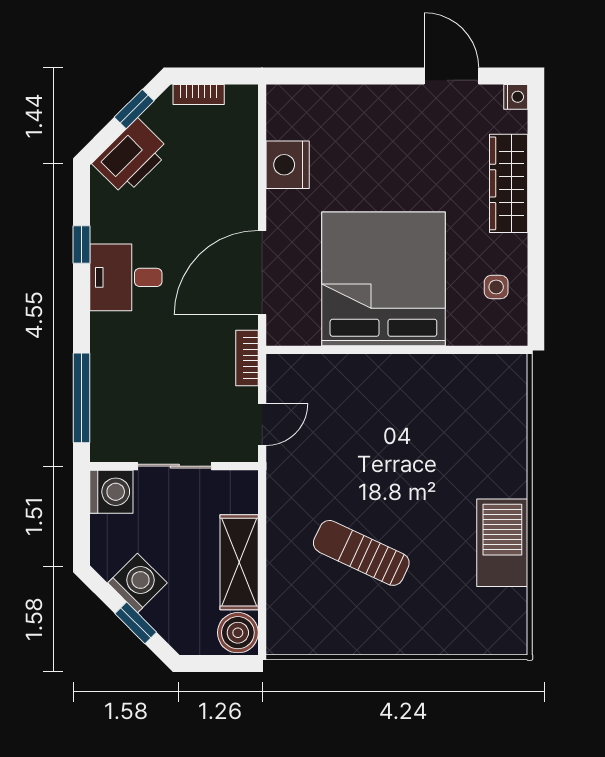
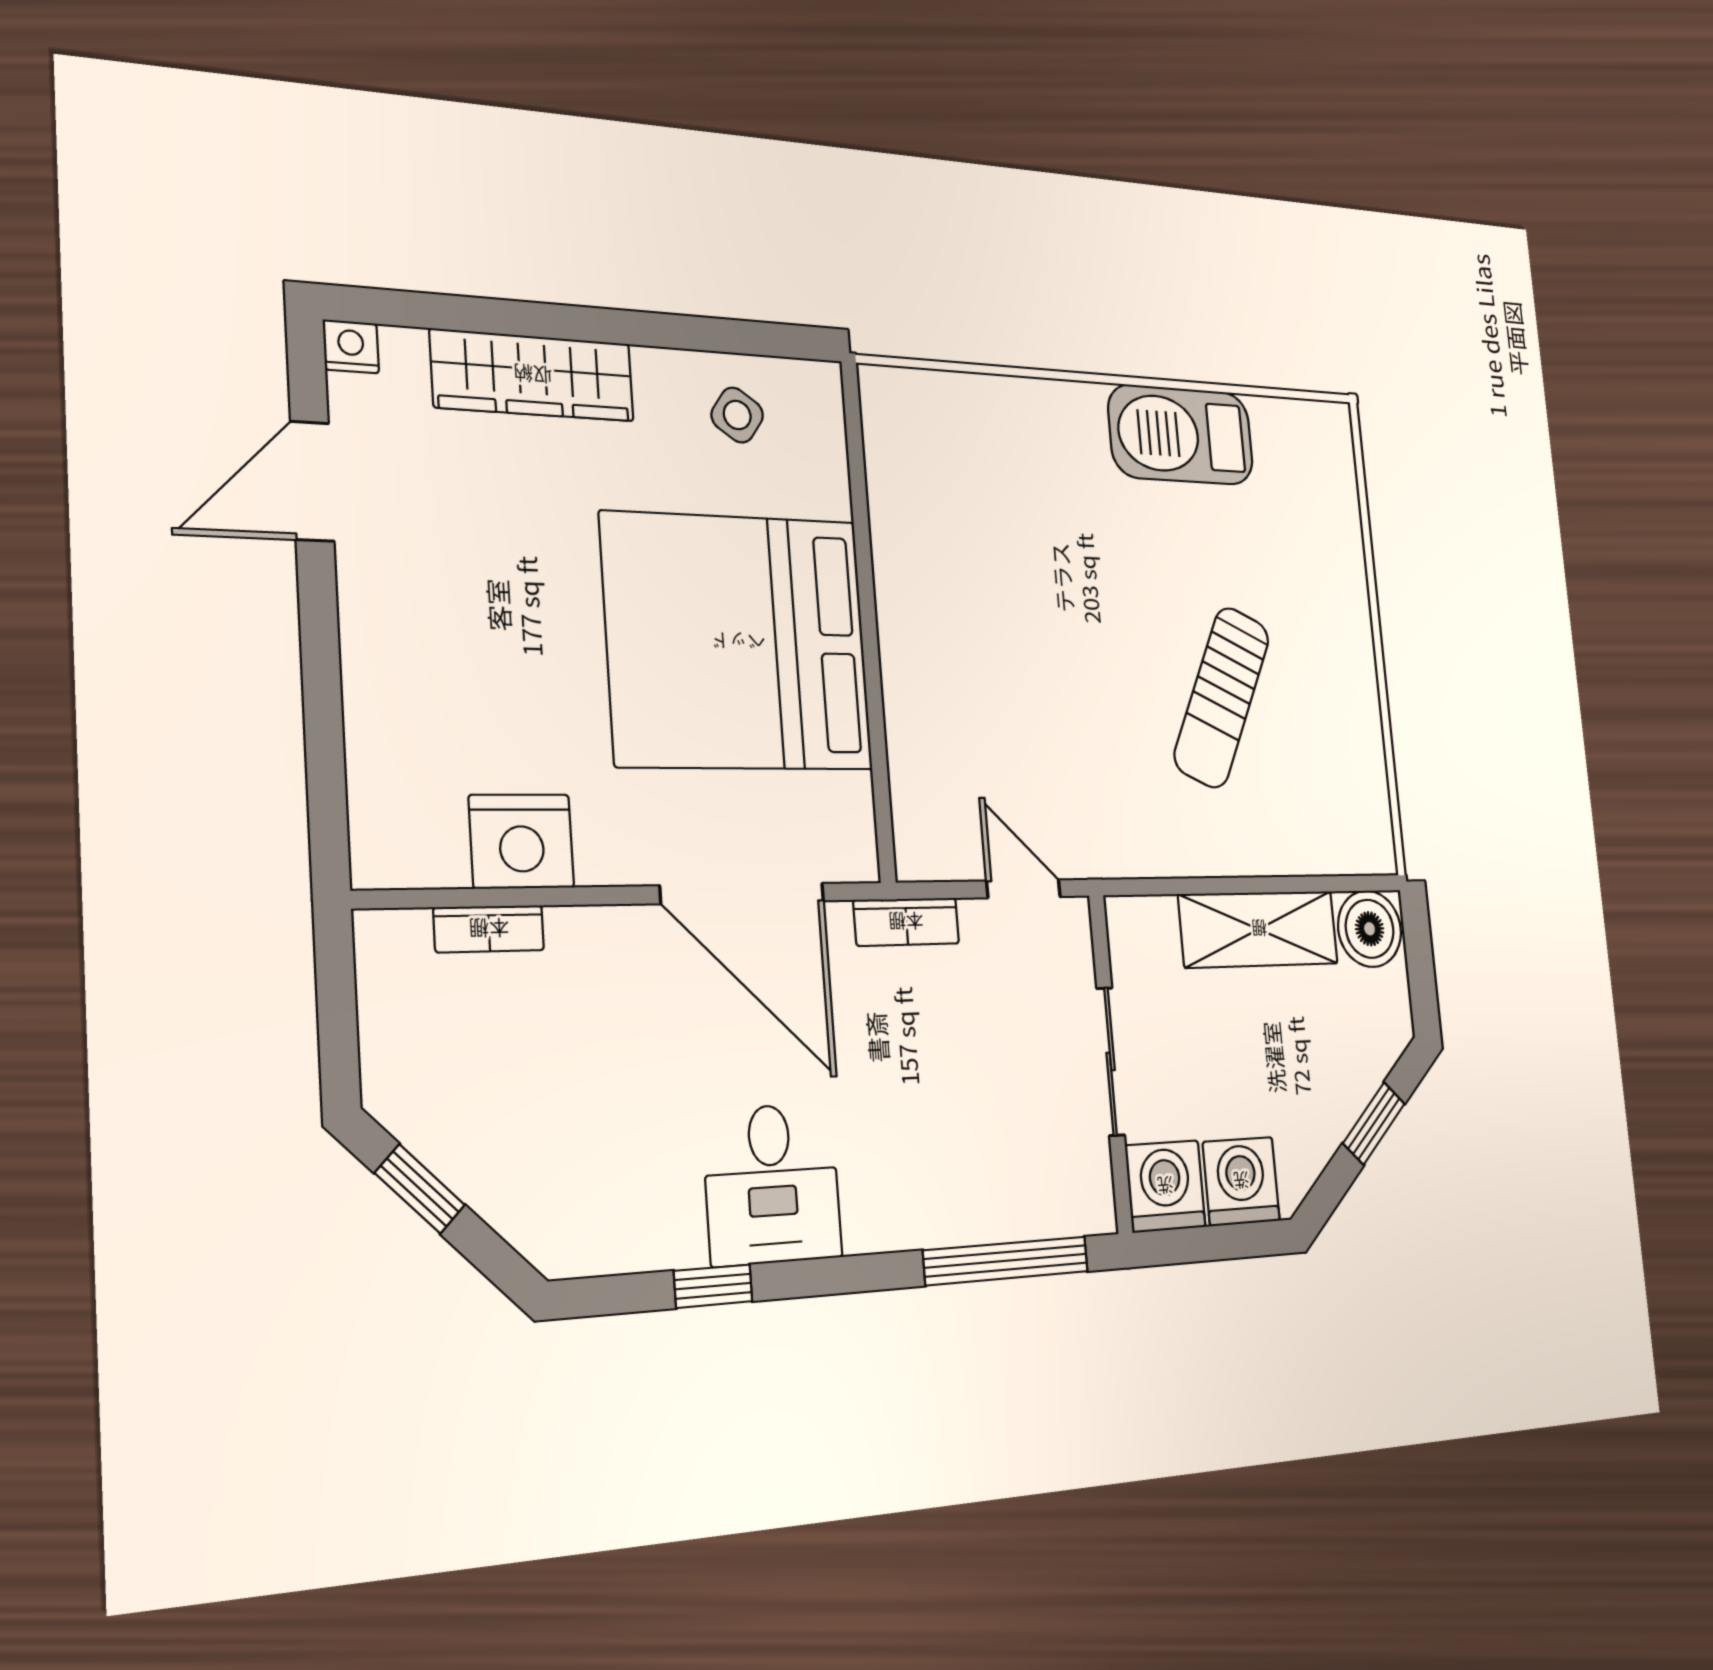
bookcase: (199, 94) -> (489, 929), moved, turned 90
printer: (131, 157) -> (525, 1189), removed
side table: (496, 287) -> (737, 415), turned 35
washing machine: (137, 583) -> (1241, 1181), moved, turned 45

